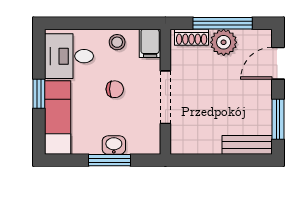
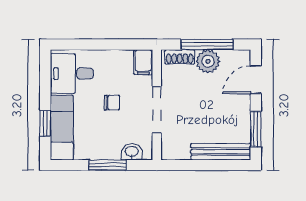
stool: (117, 42) -> (114, 61), removed
window: (39, 94) -> (45, 123), moved
washbasin: (114, 145) -> (132, 152), moved
bench: (247, 145) -> (221, 152), width x1.36

